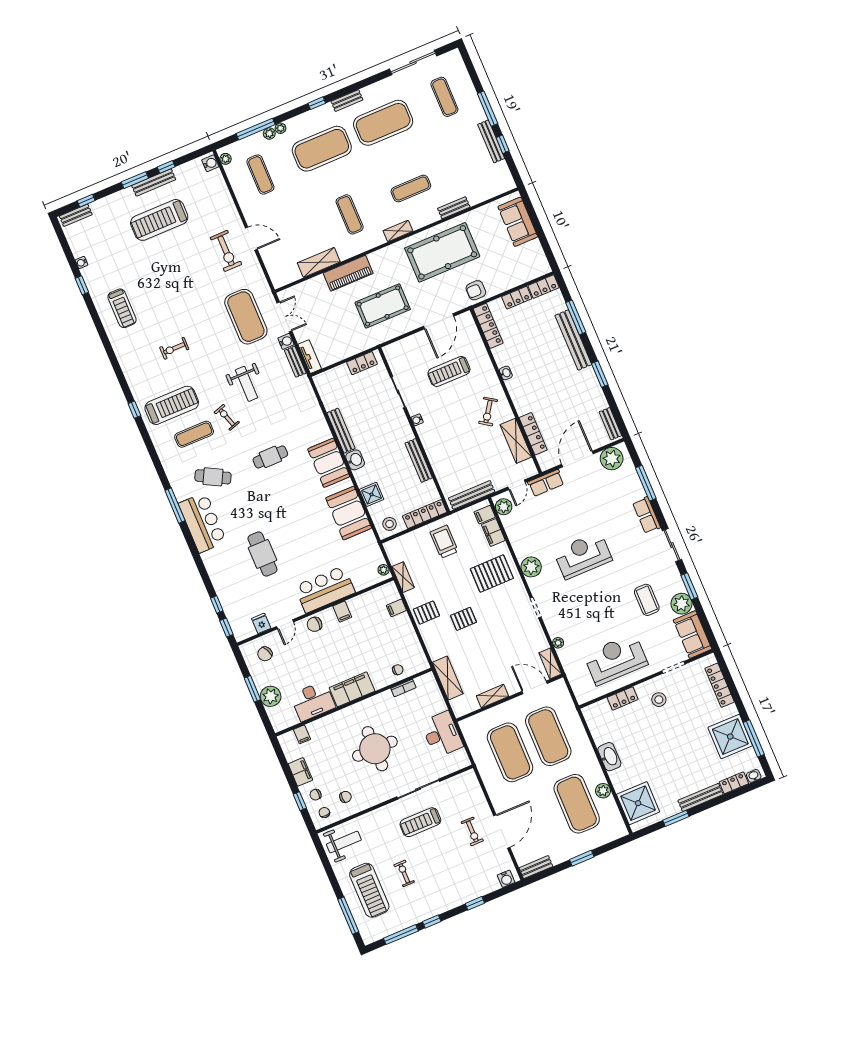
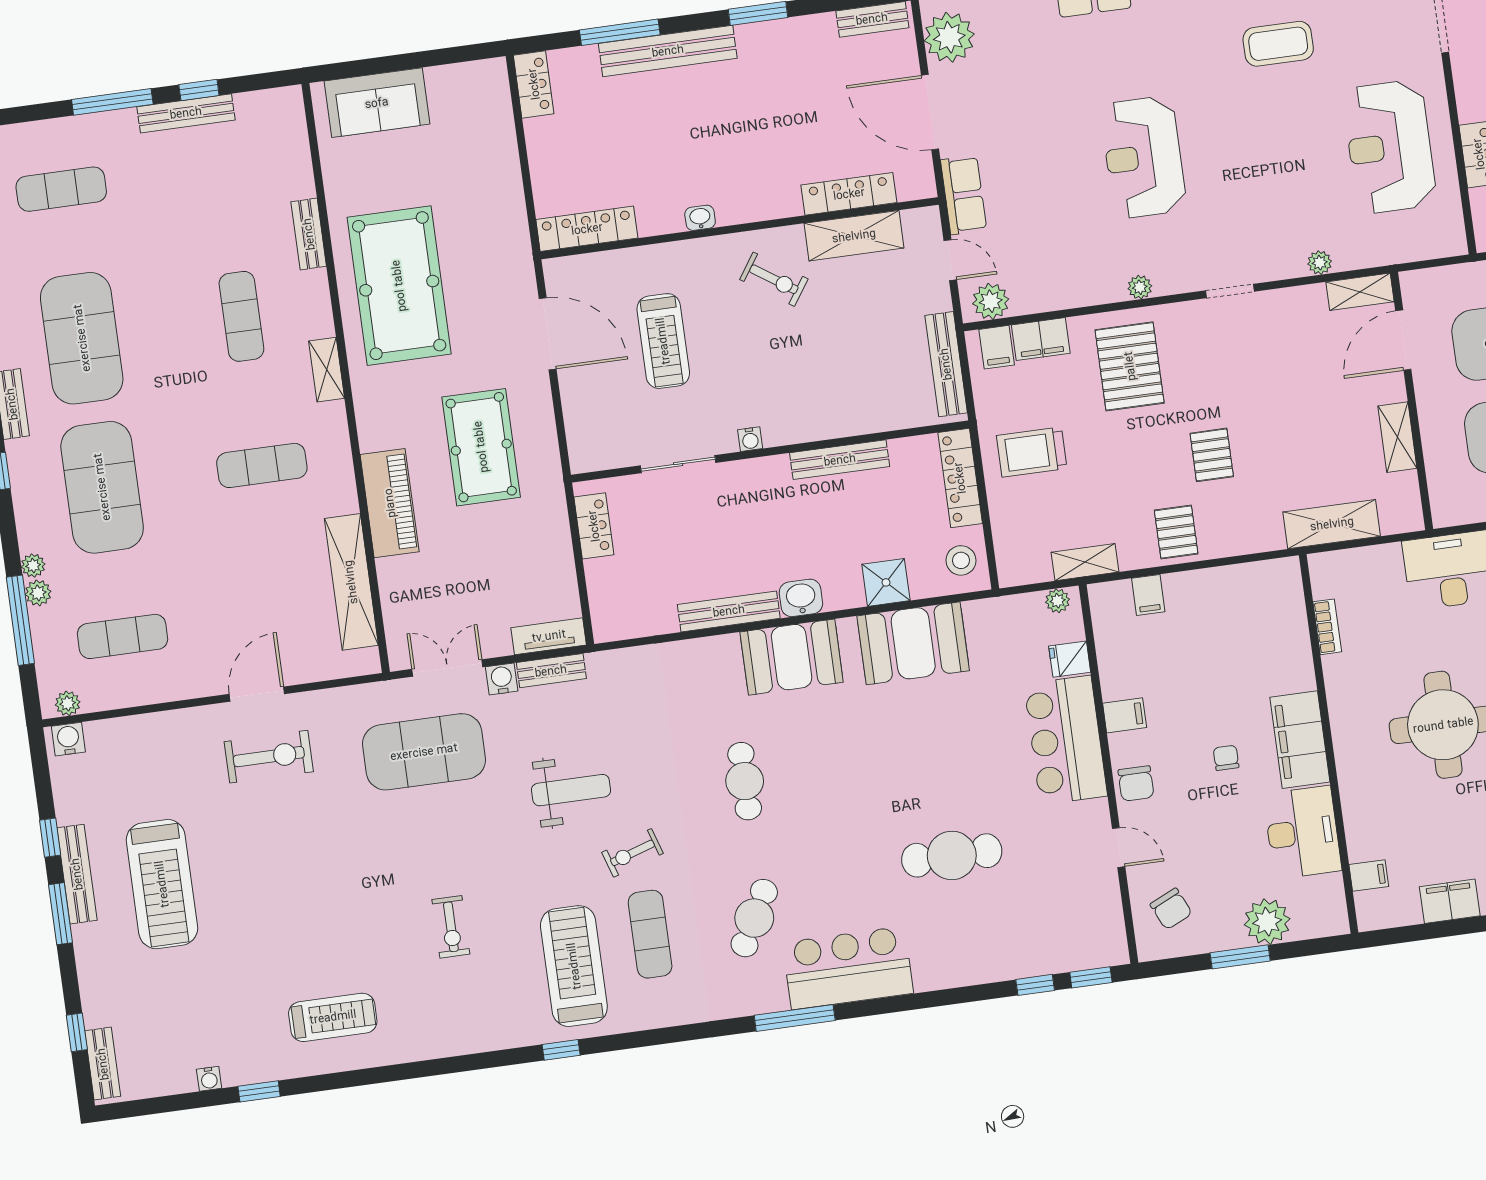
shelving: (319, 262) -> (351, 582), width x1.47
armchair: (476, 290) -> (502, 234), removed
locker: (517, 298) -> (542, 149), removed
plant: (531, 567) -> (1140, 287), width x0.53, depth x0.53
fridge: (261, 623) -> (1070, 659), moved
chair: (398, 670) -> (1226, 758), moved

